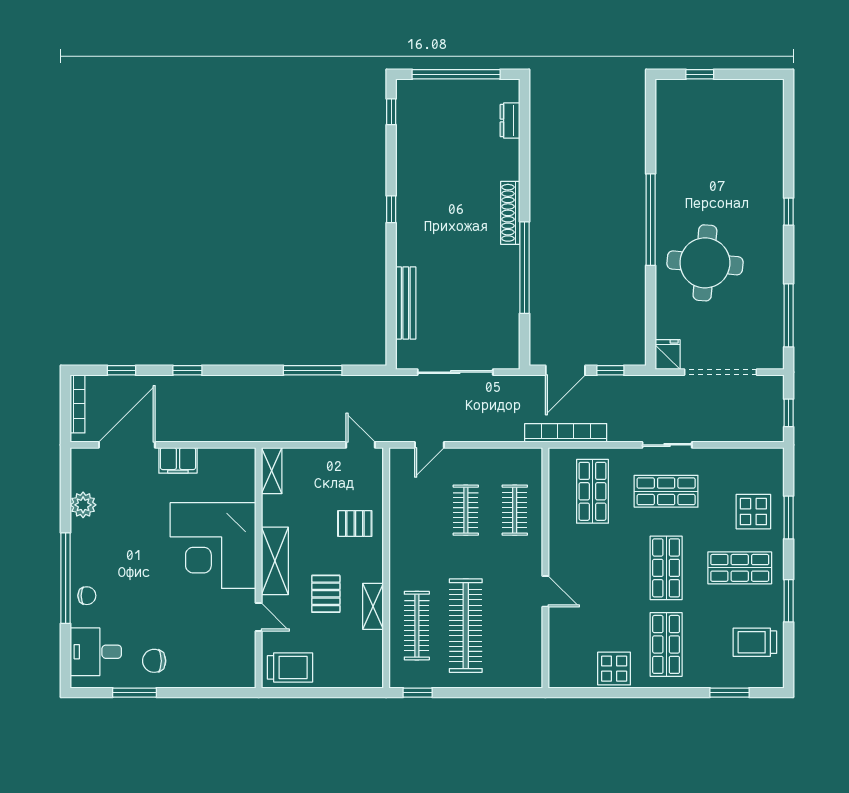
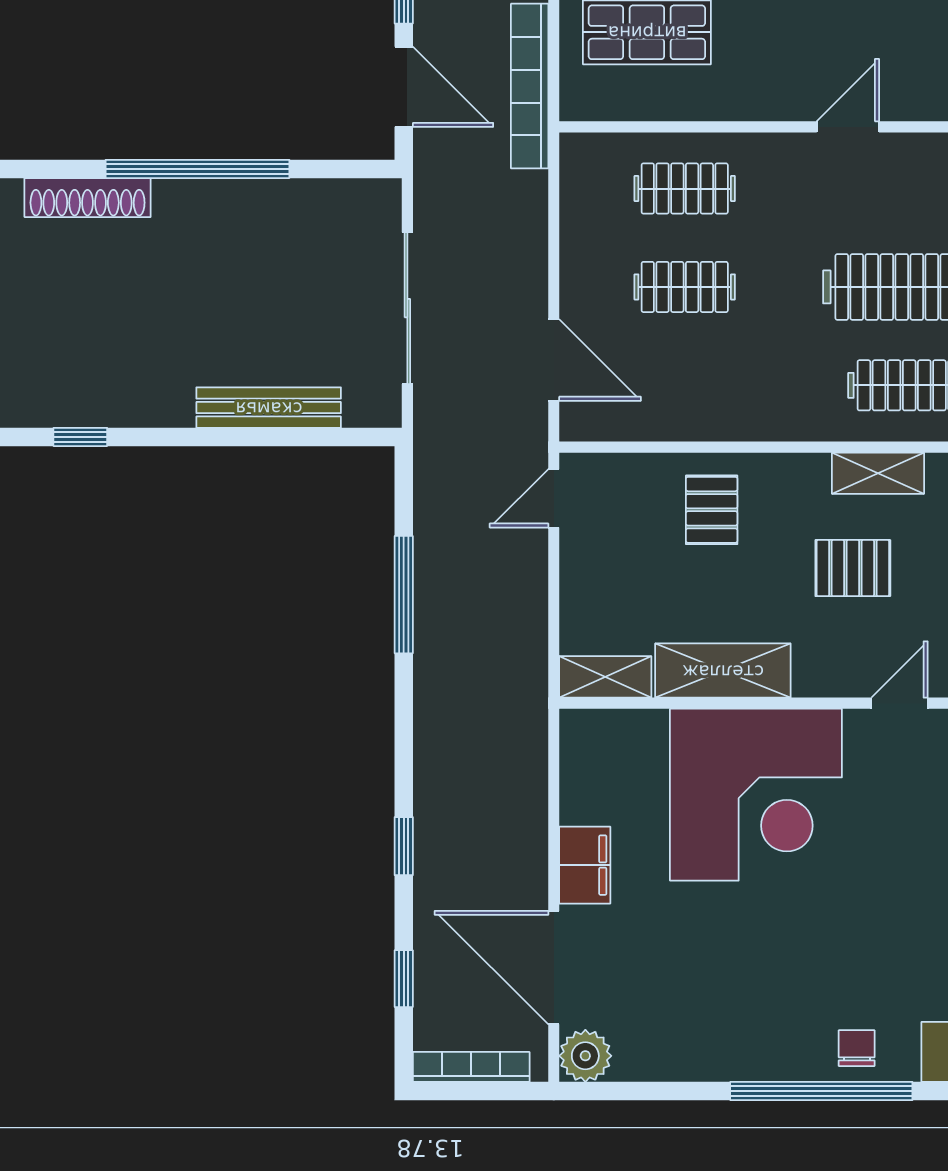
door: (429, 445) -> (554, 360), width x1.38
plant: (83, 505) -> (585, 1056), moved
shelving: (275, 561) -> (723, 671), moved

